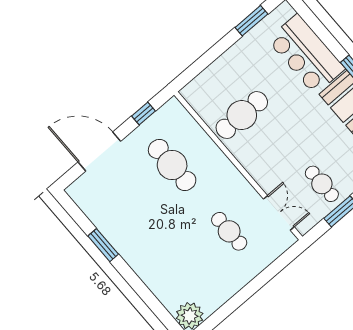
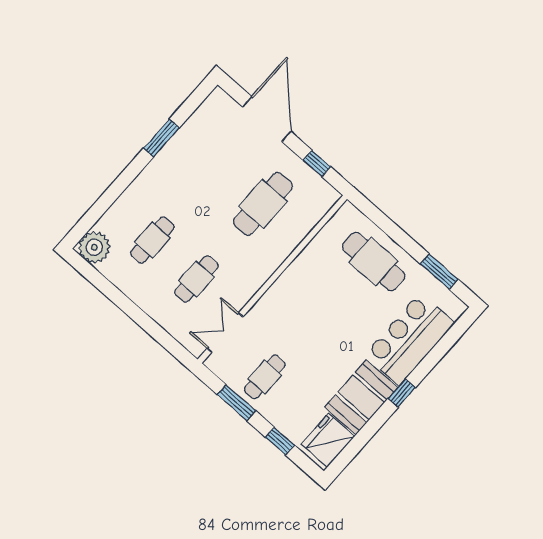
cafe table: (242, 115) -> (374, 262), moved
double door: (279, 213) -> (225, 333), swing flipped
cafe table: (190, 265) -> (152, 240), added

